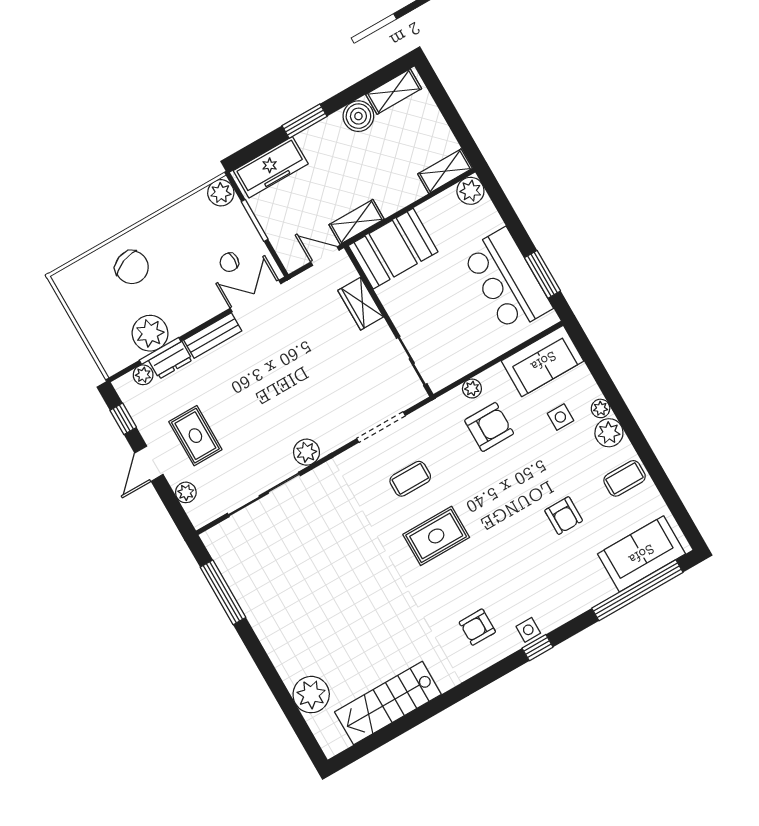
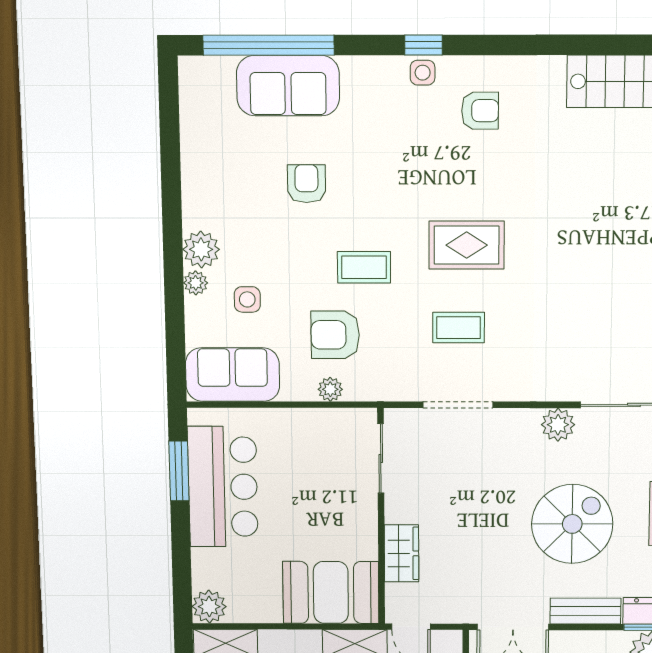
spiral stairs: (257, 390) -> (572, 524), added
coffee table: (625, 478) -> (364, 267), moved
sofa: (641, 554) -> (288, 86), moved

